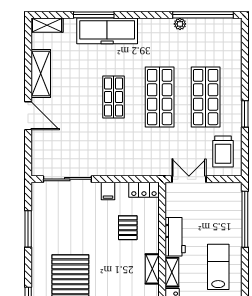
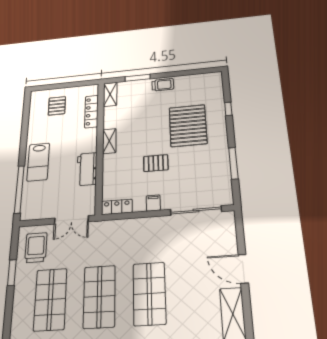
shop shelf: (114, 97) -> (149, 294), width x1.43, depth x1.36
window: (245, 114) -> (12, 273), moved
pallet: (128, 228) -> (156, 163), moved, turned 90
lab bench: (218, 267) -> (38, 162), moved
shelving: (172, 272) -> (91, 140), removed

